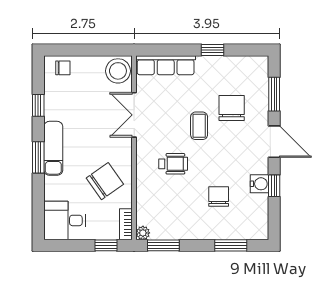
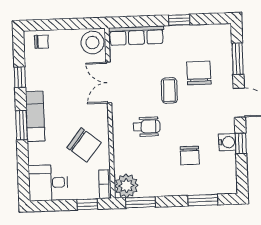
chair: (105, 181) -> (84, 145), turned 73
chair: (219, 197) -> (190, 155), turned 180
plant: (143, 233) -> (126, 186), width x1.88, depth x1.88

